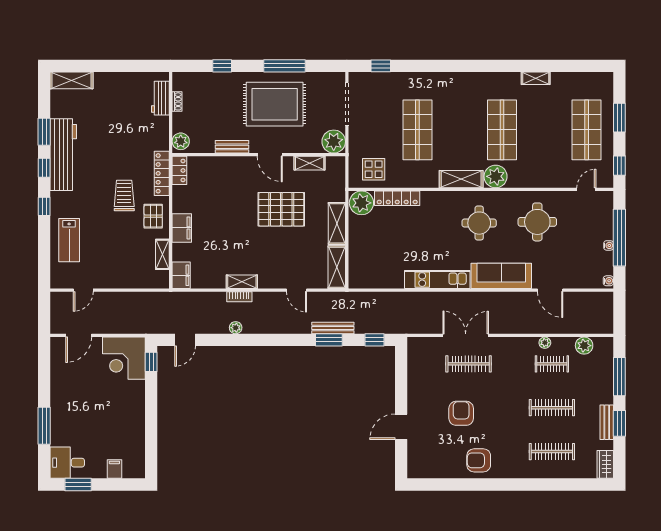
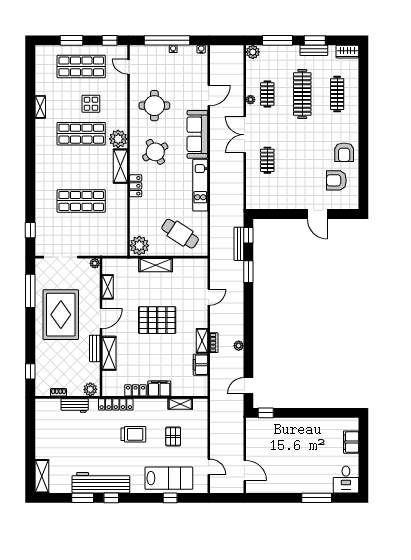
window: (222, 66) -> (30, 371), moved
window: (284, 66) -> (30, 291), moved
workbench: (160, 98) -> (75, 406), moved
plant: (334, 142) -> (95, 263), width x0.53, depth x0.53
display table: (374, 169) -> (91, 104), moved
locker: (179, 170) -> (136, 390), moved
trolley: (124, 196) -> (133, 434), turned 180
locker: (397, 198) -> (136, 186), moved, width x0.66
window: (44, 206) -> (170, 498), moved
pallet: (281, 209) -> (157, 320), moved, turned 90
pallet: (153, 216) -> (173, 436), moved, turned 90
round table: (479, 223) -> (155, 152), turned -31
lab bench: (69, 240) -> (169, 478), width x1.36, depth x1.39
cafe table: (376, 254) -> (180, 234), added
shelving: (337, 267) -> (109, 353), moved, turned 90
filing cabinet: (181, 275) -> (200, 365), moved, turned -90
bench: (333, 328) -> (239, 244), moved
double door: (466, 335) -> (245, 135), moved
door: (185, 340) -> (248, 386), swing flipped
plant: (584, 346) -> (253, 52), moved
corner desk: (124, 358) -> (263, 435), removed
clothes rail: (469, 364) -> (267, 160), width x0.73
clothes rail: (552, 408) -> (302, 94), width x1.37, depth x1.31
armchair: (461, 413) -> (336, 180), moved
filing cabinet: (114, 469) -> (351, 442), width x2.00
window: (78, 484) -> (363, 471), removed

